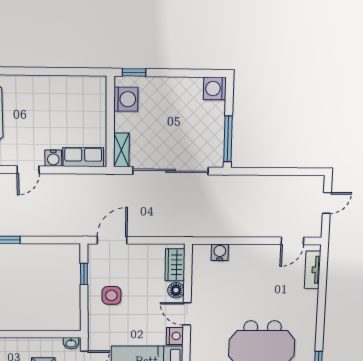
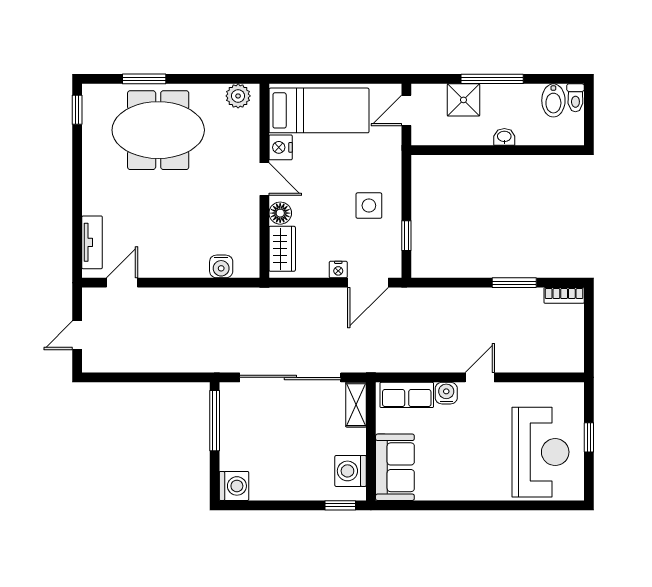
sofa: (92, 102) -> (395, 467), added
nightstand: (134, 250) -> (338, 270), added
washbasin: (71, 343) -> (504, 137), moved

